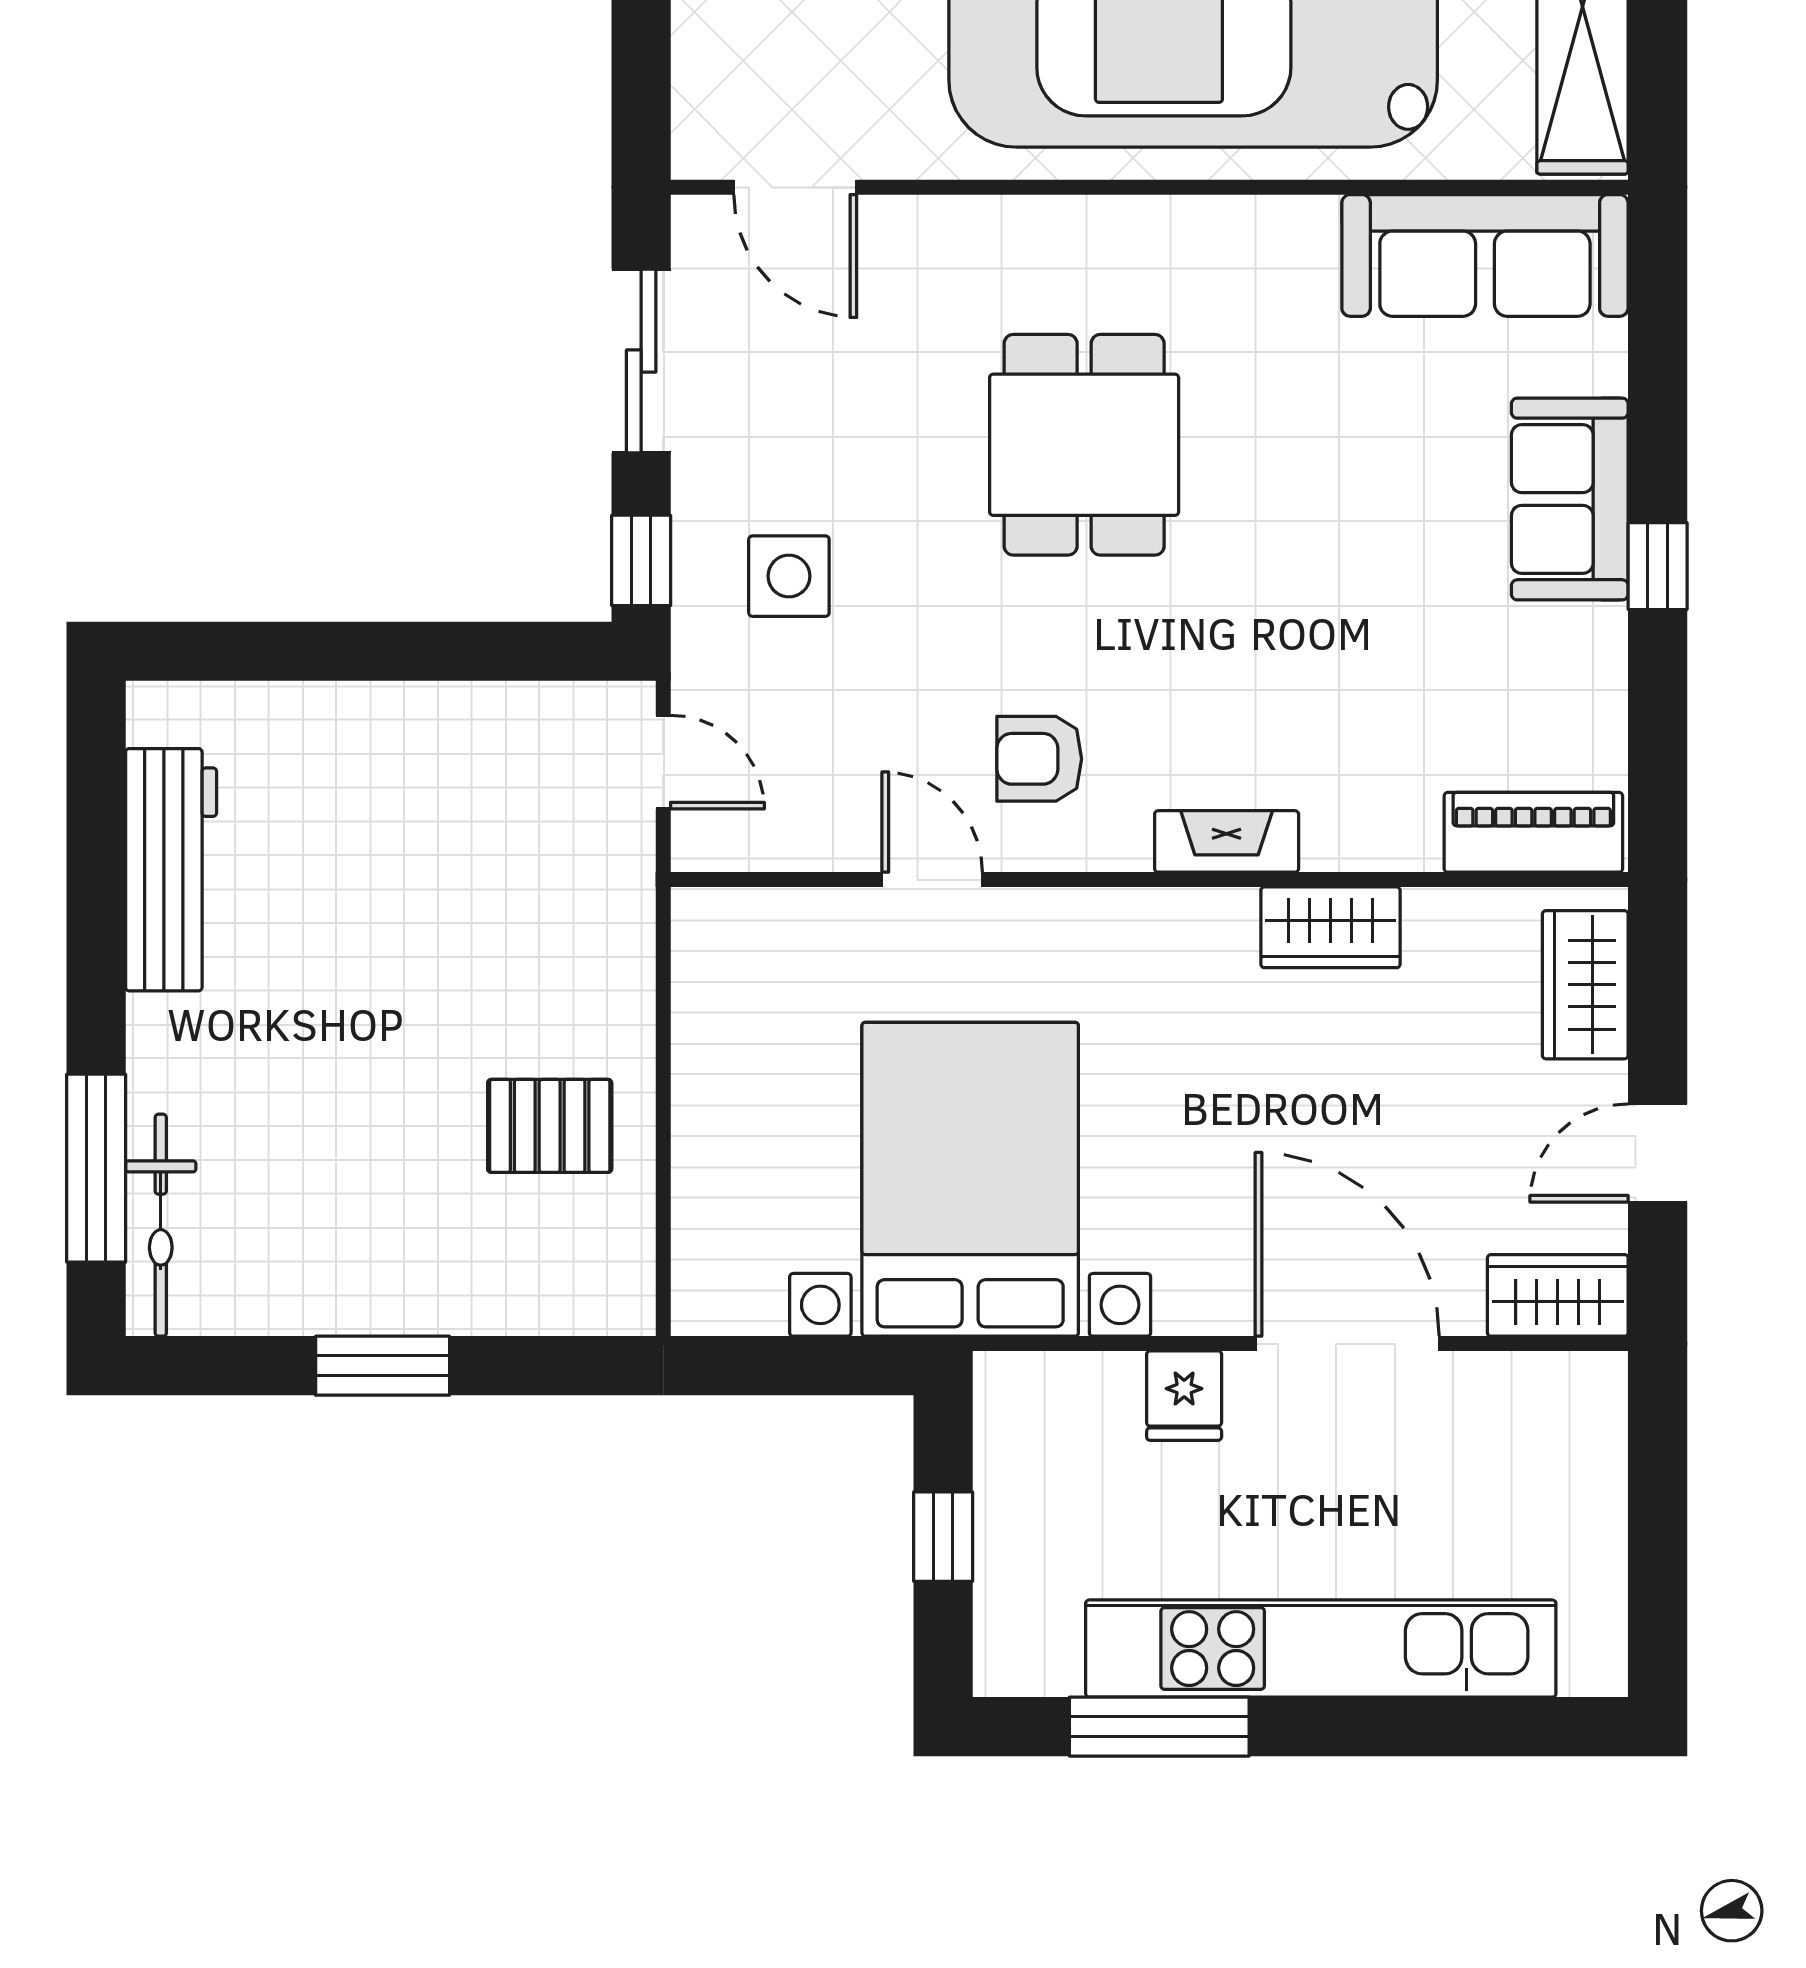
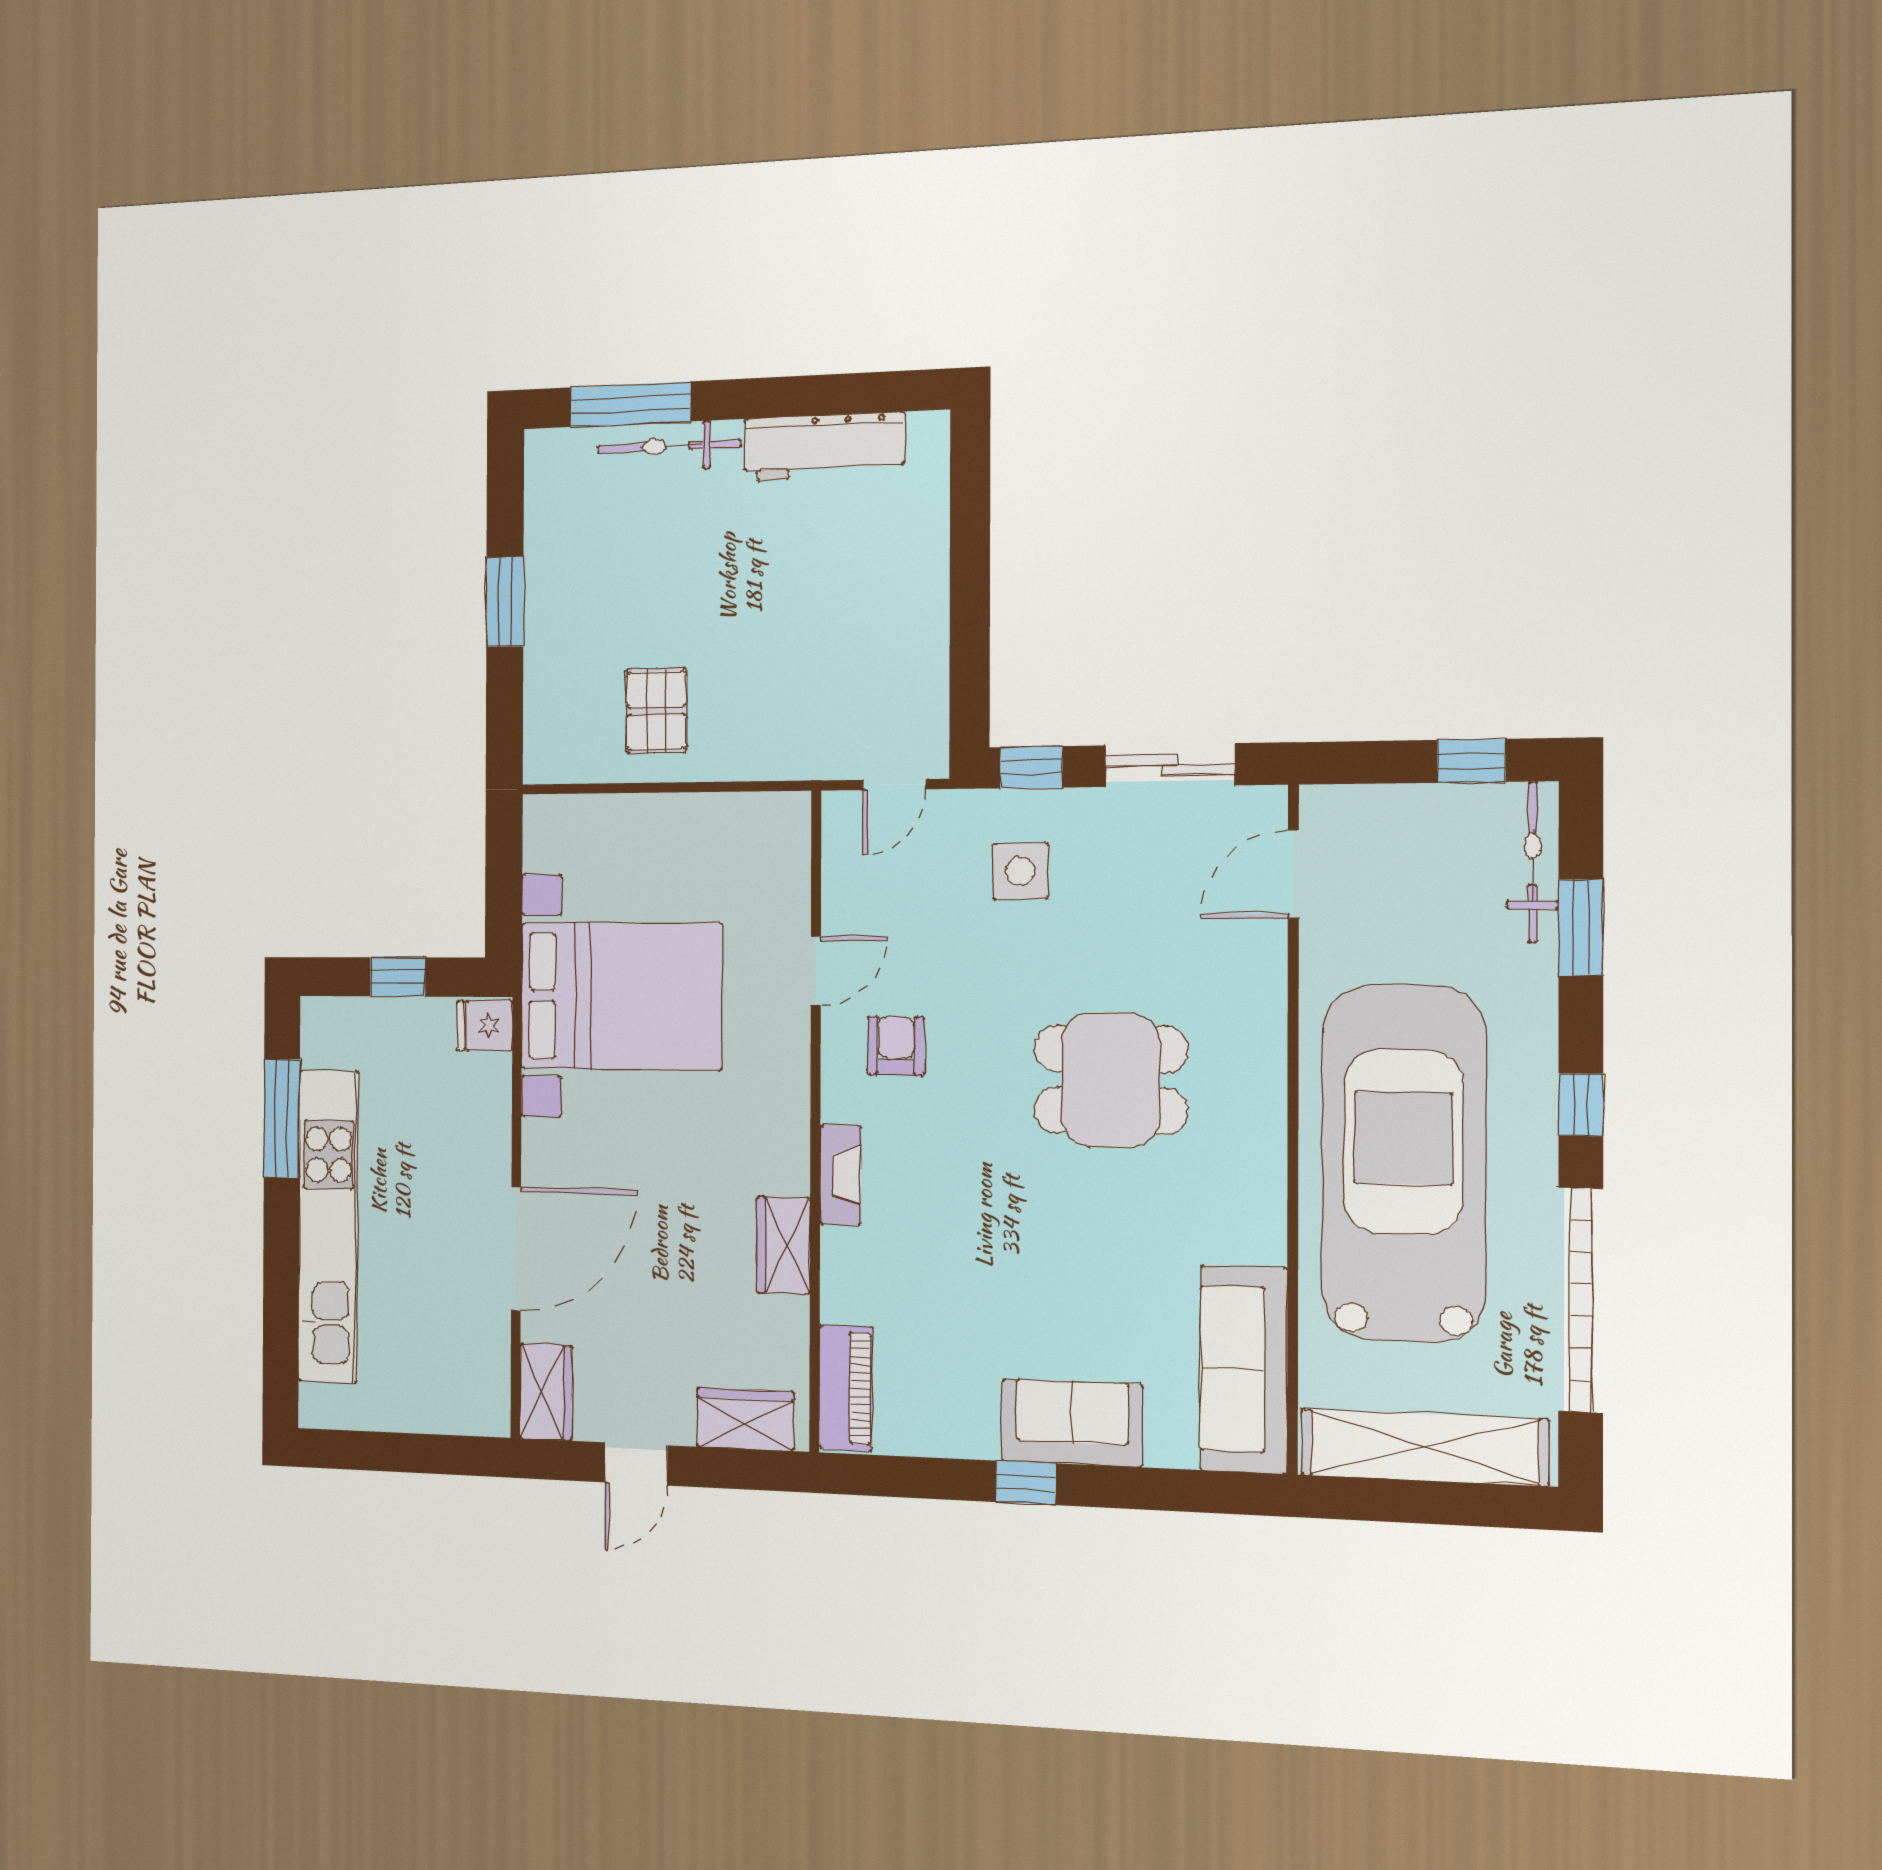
door: (1658, 1153) -> (636, 1464), swing flipped
bicycle: (161, 1225) -> (669, 446), moved
fridge: (1184, 1396) -> (484, 1026), moved

